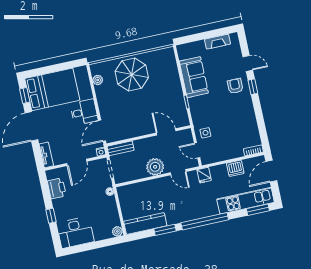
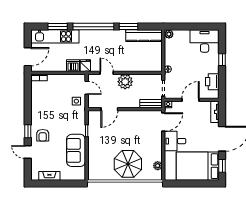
door: (166, 132) -> (109, 109), hinge flipped
dishwasher: (235, 168) -> (73, 66), moved
window: (258, 210) -> (58, 27), moved

